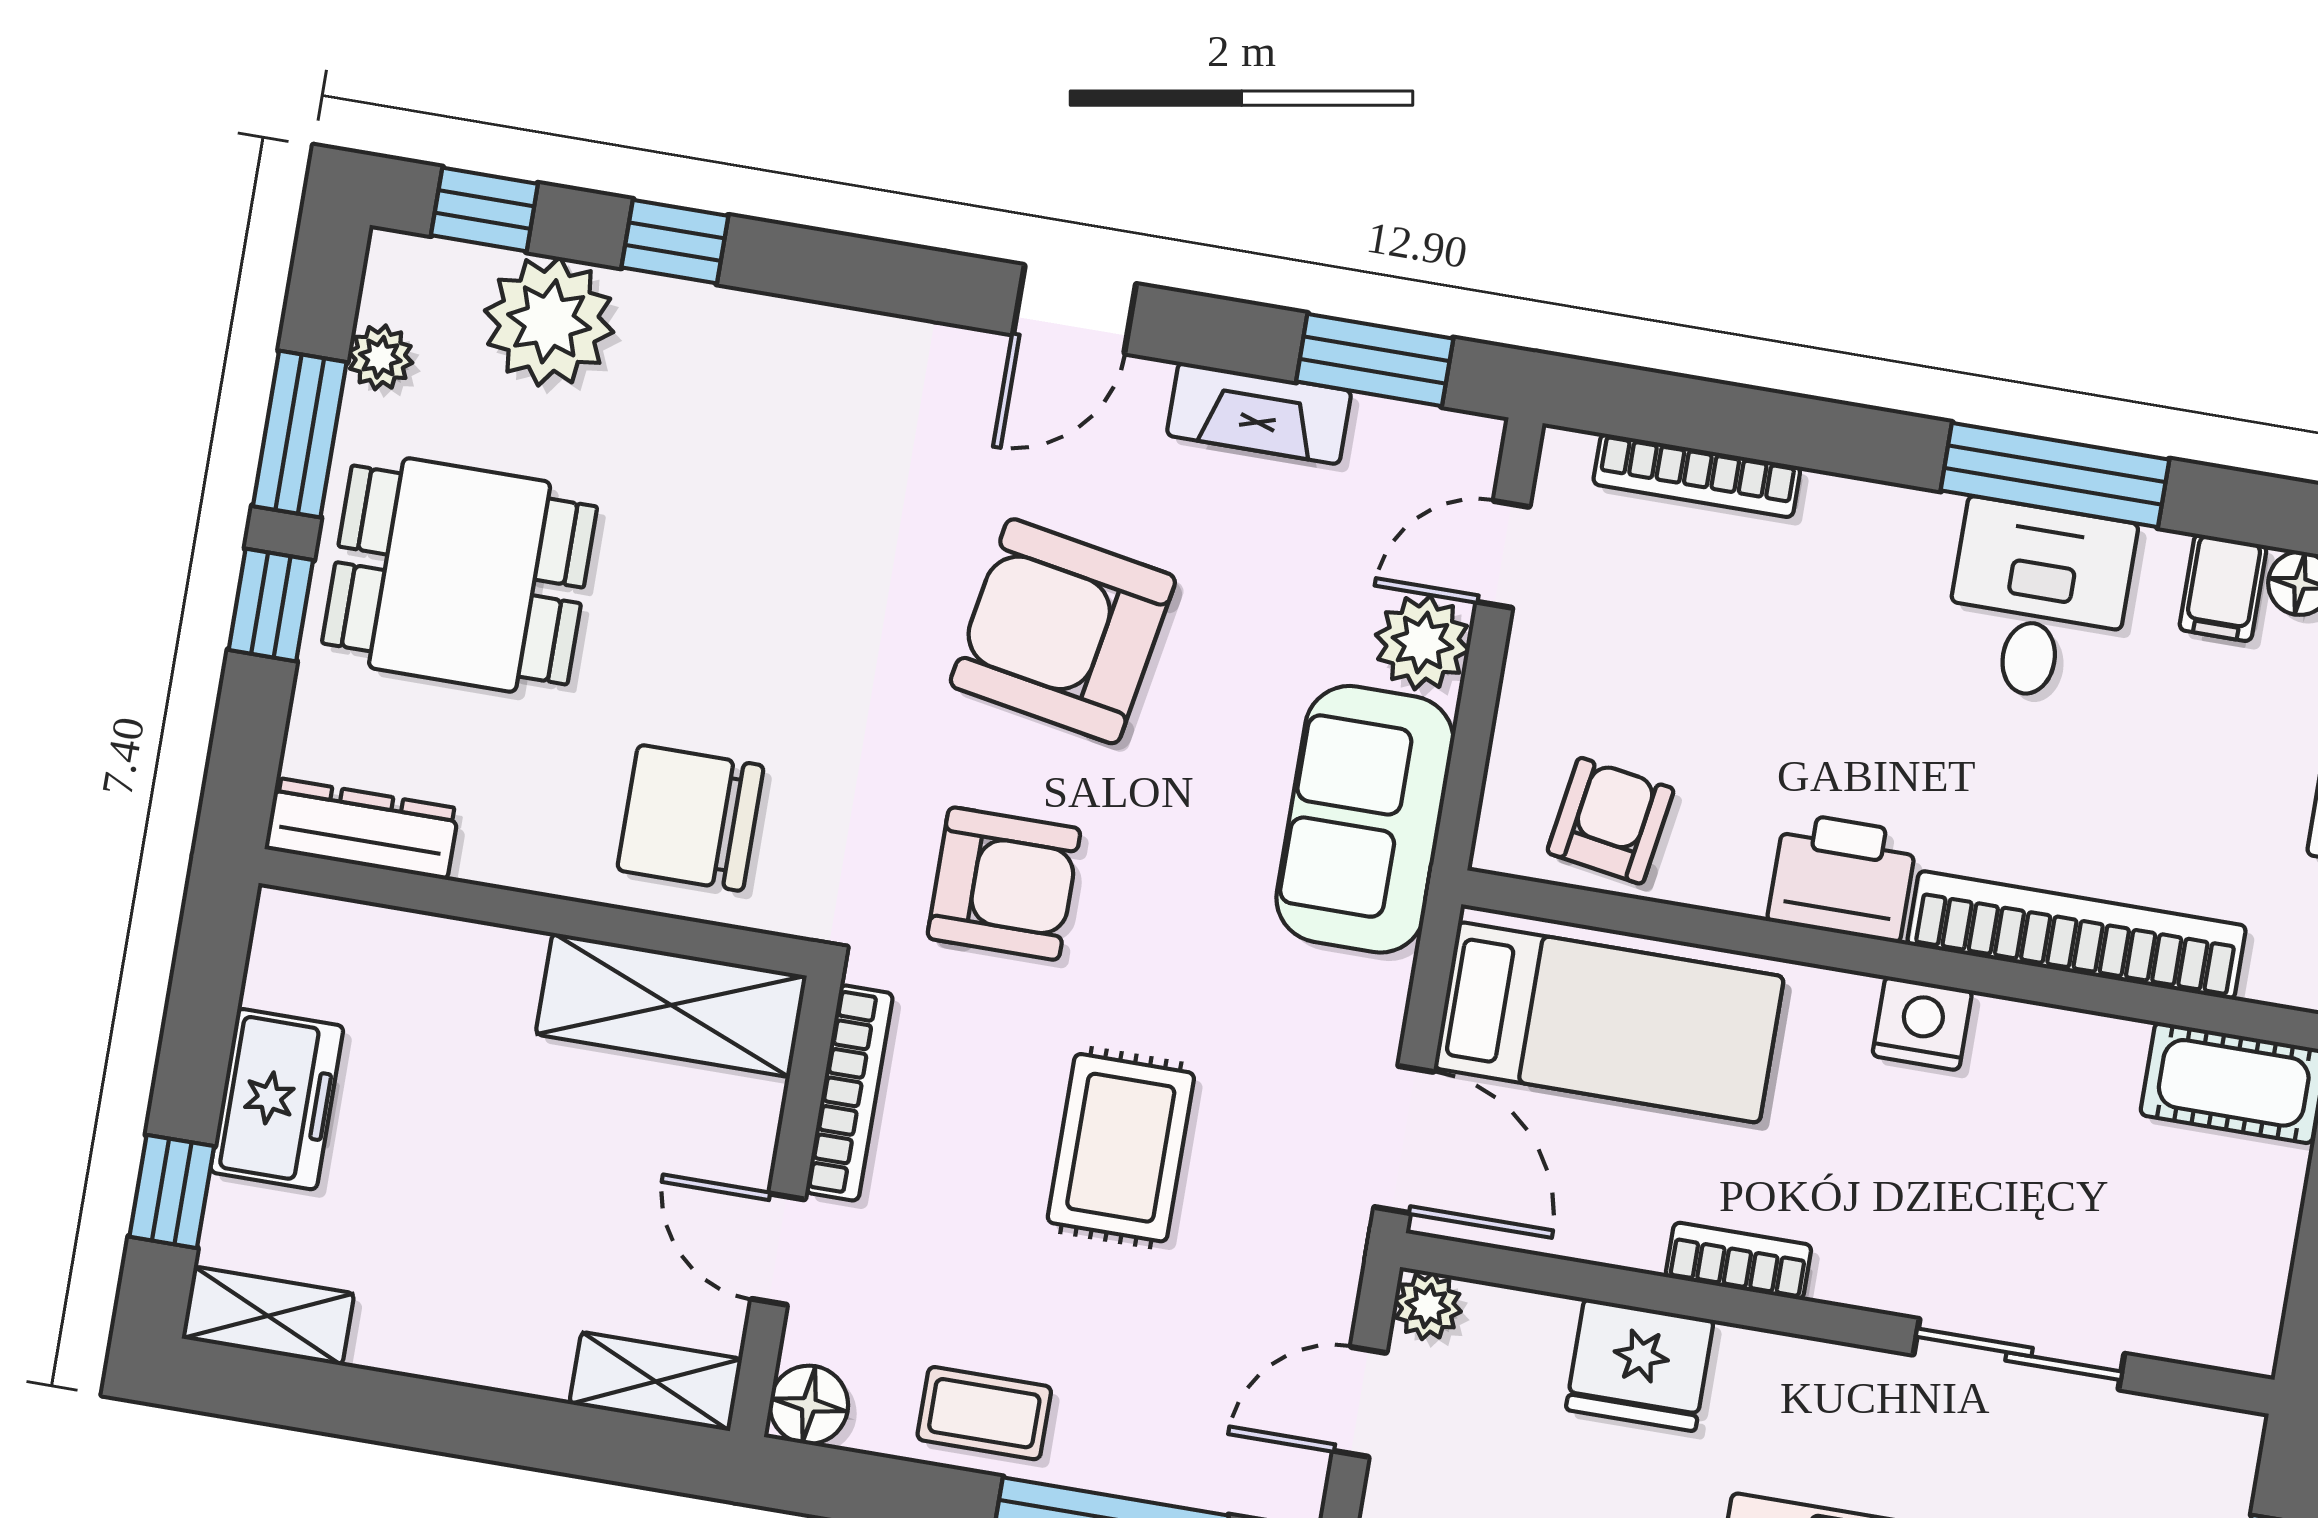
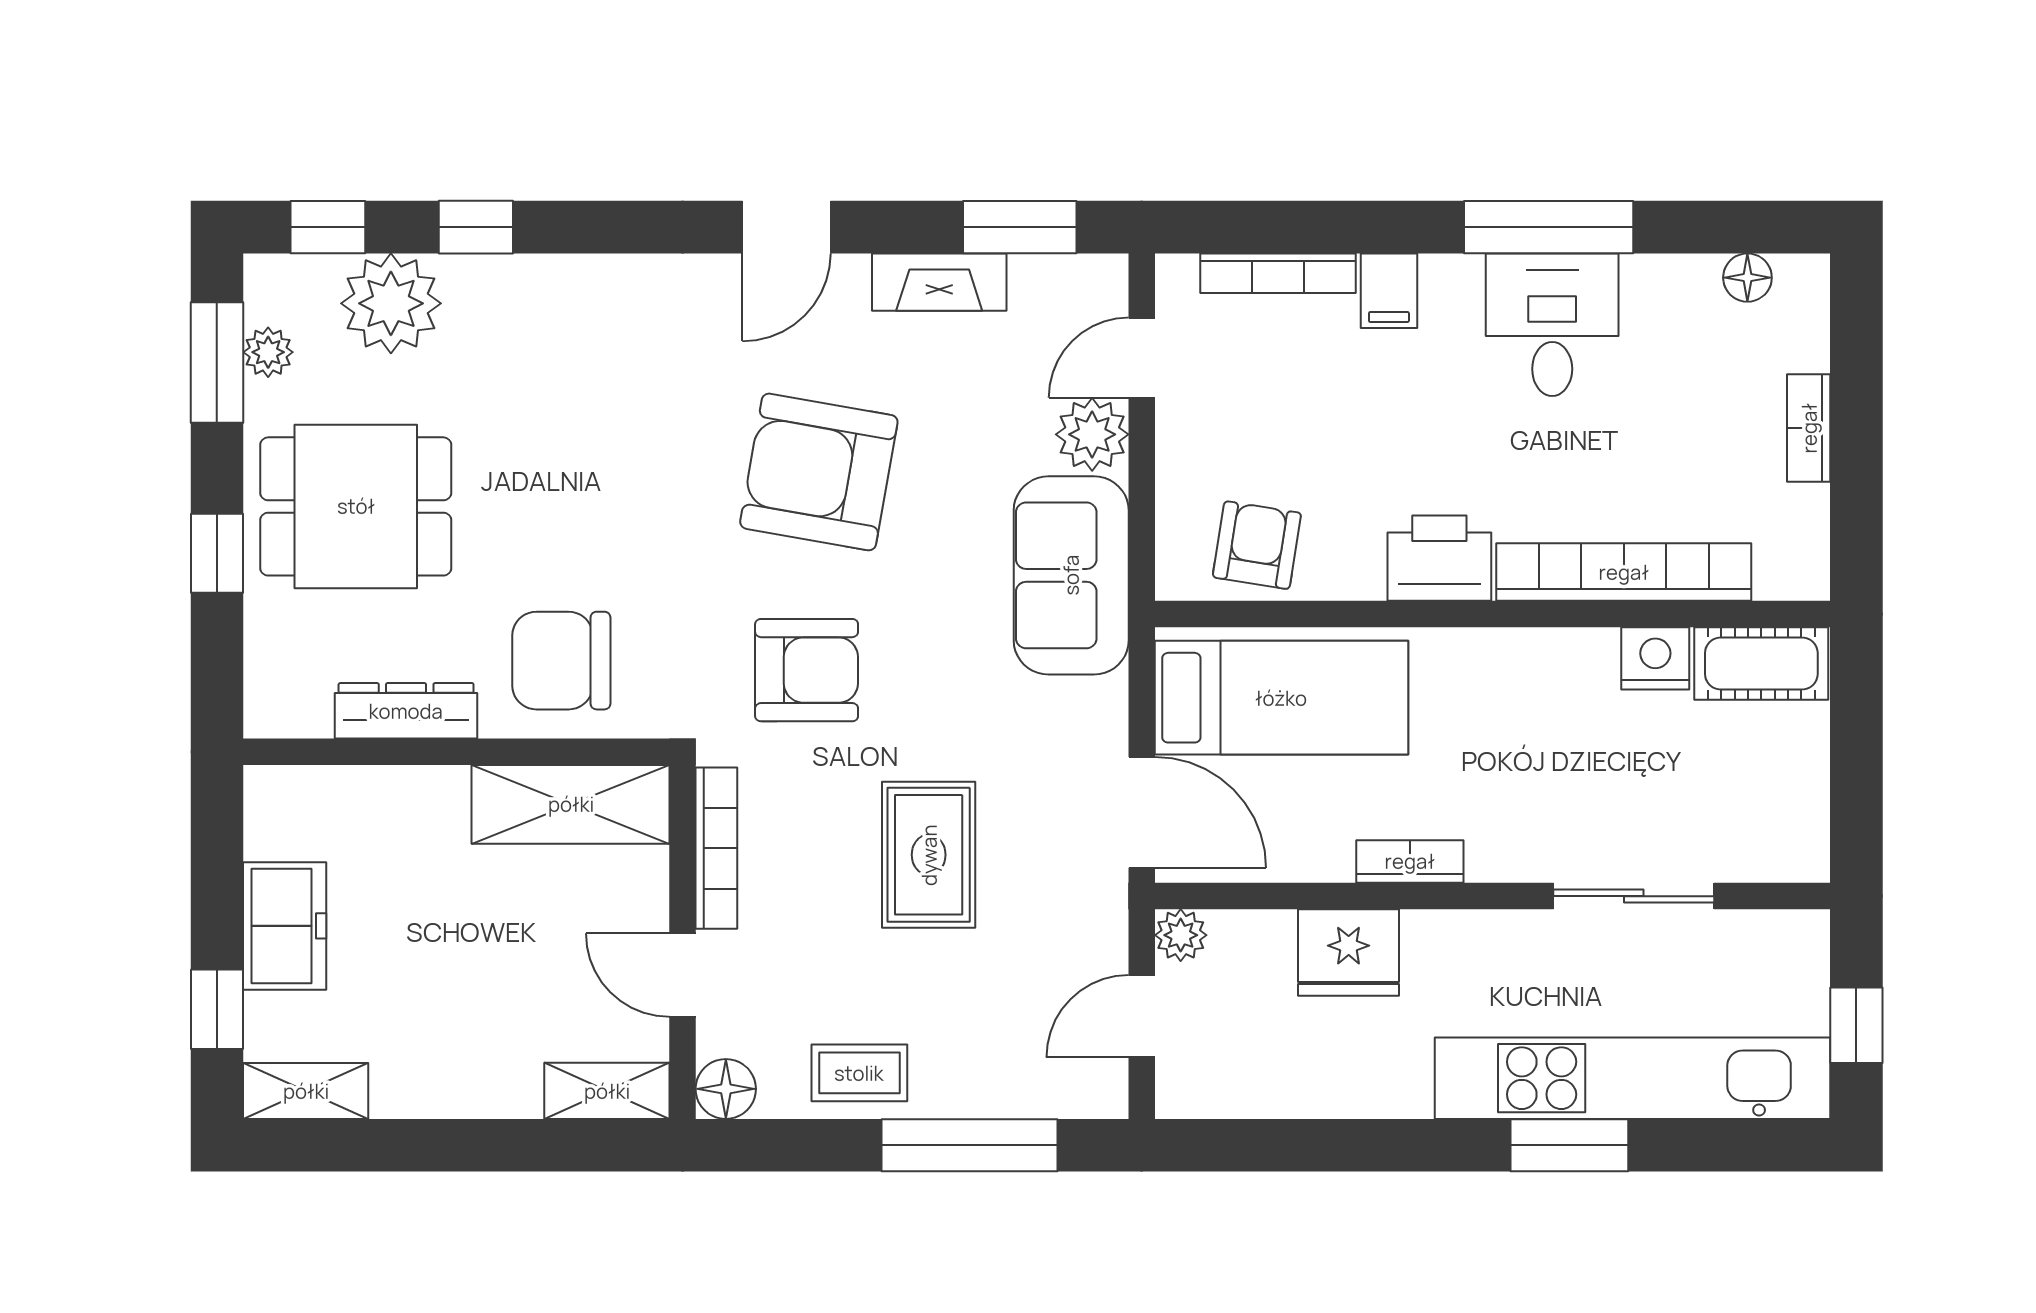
window: (300, 434) -> (217, 363), moved
filing cabinet: (2223, 588) -> (1389, 291), moved
dresser: (362, 829) -> (406, 711), moved
nightstand: (1922, 1023) -> (1655, 658), moved

